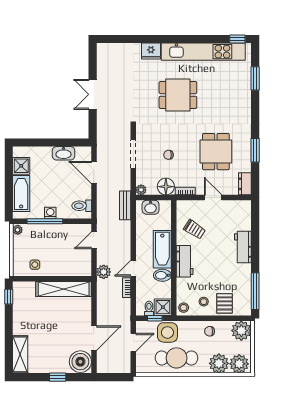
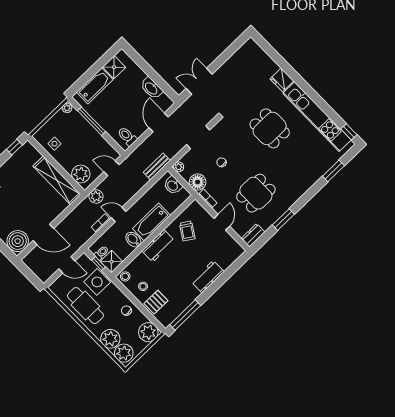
double door: (93, 94) -> (199, 81), moved
washing machine: (50, 213) -> (101, 119), removed
plant: (76, 267) -> (81, 174), added

